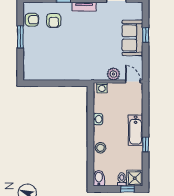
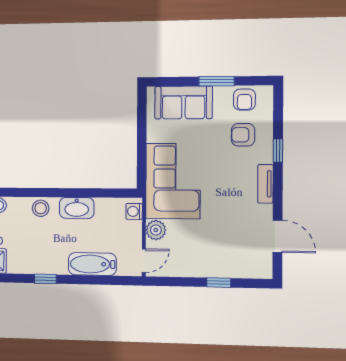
sofa: (132, 38) -> (183, 103), moved, turned 180
corner sofa: (83, 63) -> (173, 181), added
washbasin: (98, 119) -> (77, 208), width x1.91, depth x1.45
bathtub: (136, 130) -> (92, 264), moved

